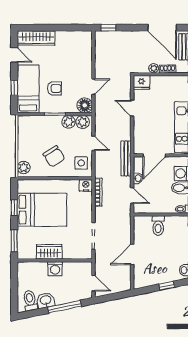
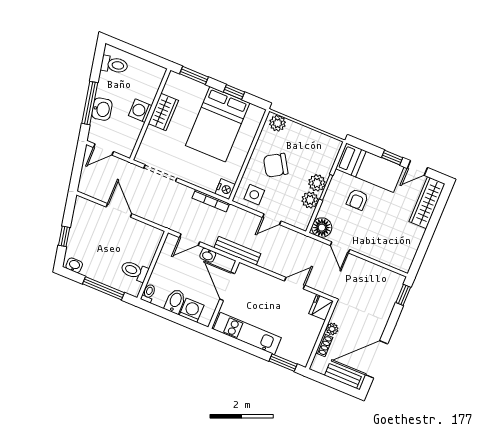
window: (14, 88) -> (392, 158), moved
plant: (83, 122) -> (317, 183), moved
toilet: (158, 226) -> (134, 271), moved
washbasin: (46, 300) -> (102, 109), moved

